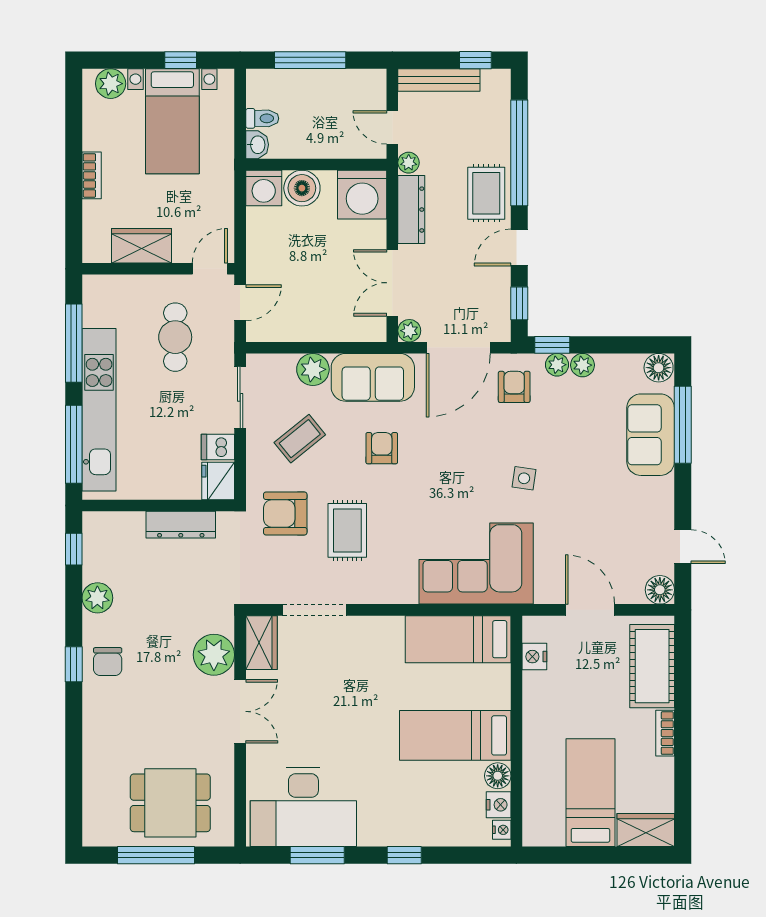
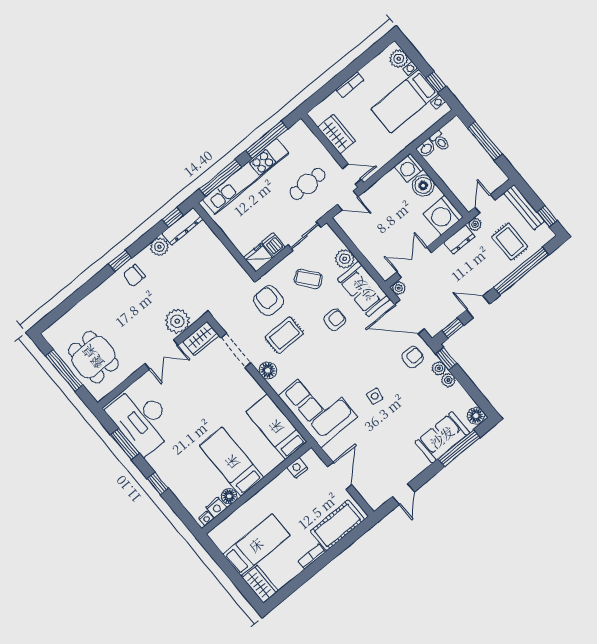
rug: (486, 193) -> (510, 242), moved, turned 90
dresser: (411, 210) -> (459, 239), width x0.70
dresser: (181, 525) -> (182, 226), moved, turned -90
floor lamp: (660, 590) -> (268, 370), moved

